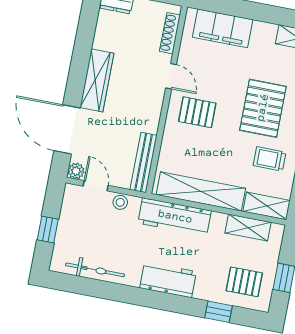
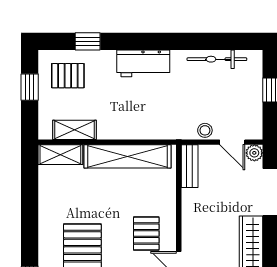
pallet: (197, 112) -> (146, 234), turned 90
trolley: (270, 159) -> (66, 201), removed
bench: (144, 163) -> (190, 166), width x0.73
workbench: (175, 217) -> (149, 126), removed

